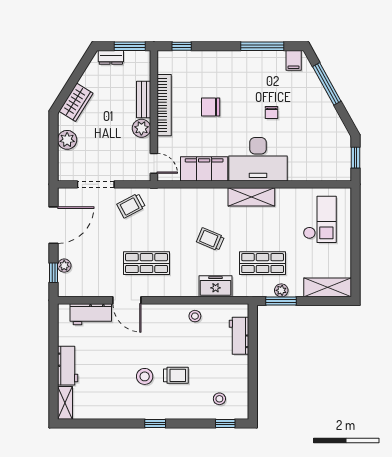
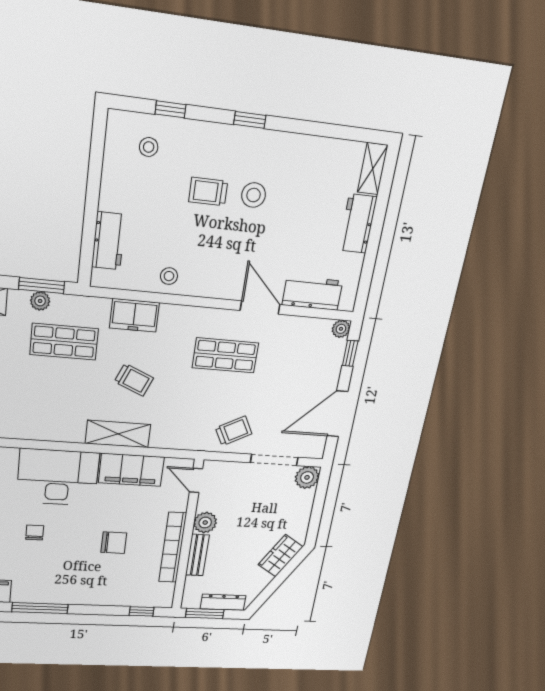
dresser: (111, 57) -> (223, 602), width x1.44
plant: (67, 140) -> (307, 477), moved
shelving: (251, 197) -> (118, 434), moved
plant: (64, 266) -> (341, 329), moved
window: (225, 424) -> (170, 109), moved

